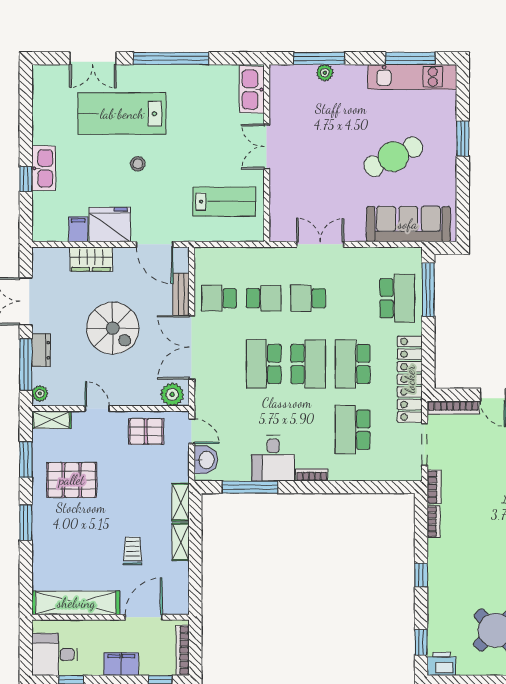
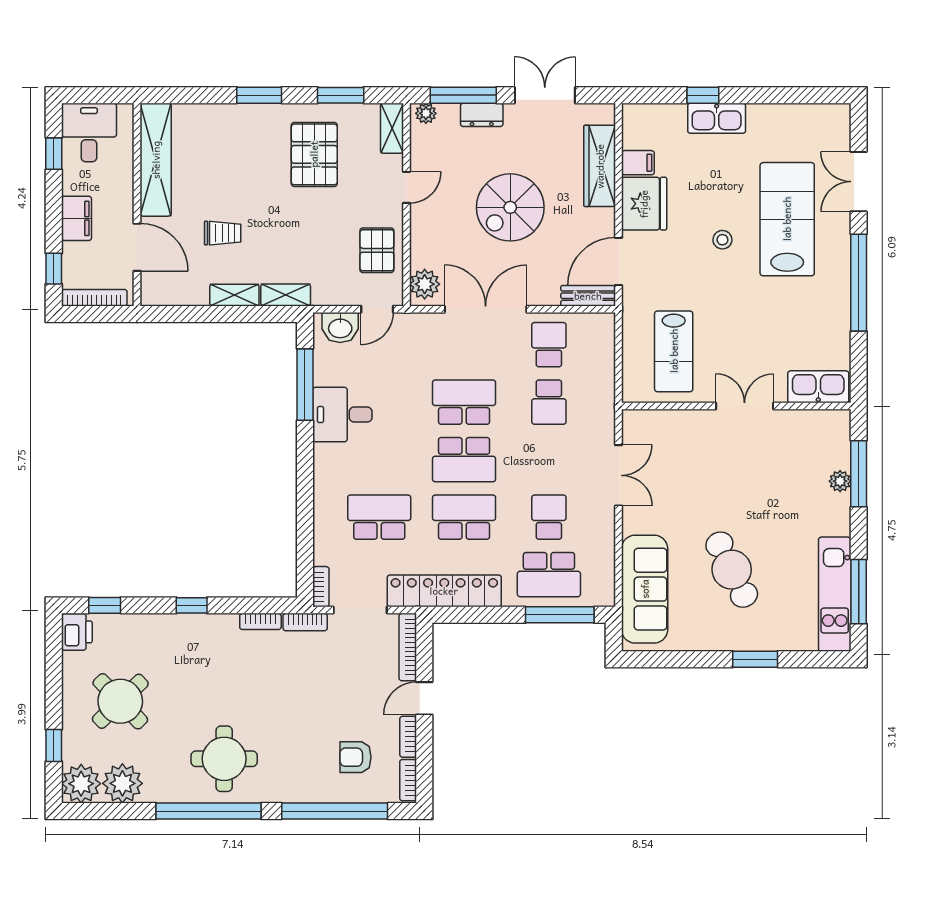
wardrobe: (91, 259) -> (600, 166), width x1.50
bench: (181, 294) -> (588, 296), moved
school desk: (308, 298) -> (549, 517), moved
bookcase: (312, 475) -> (321, 587), moved

